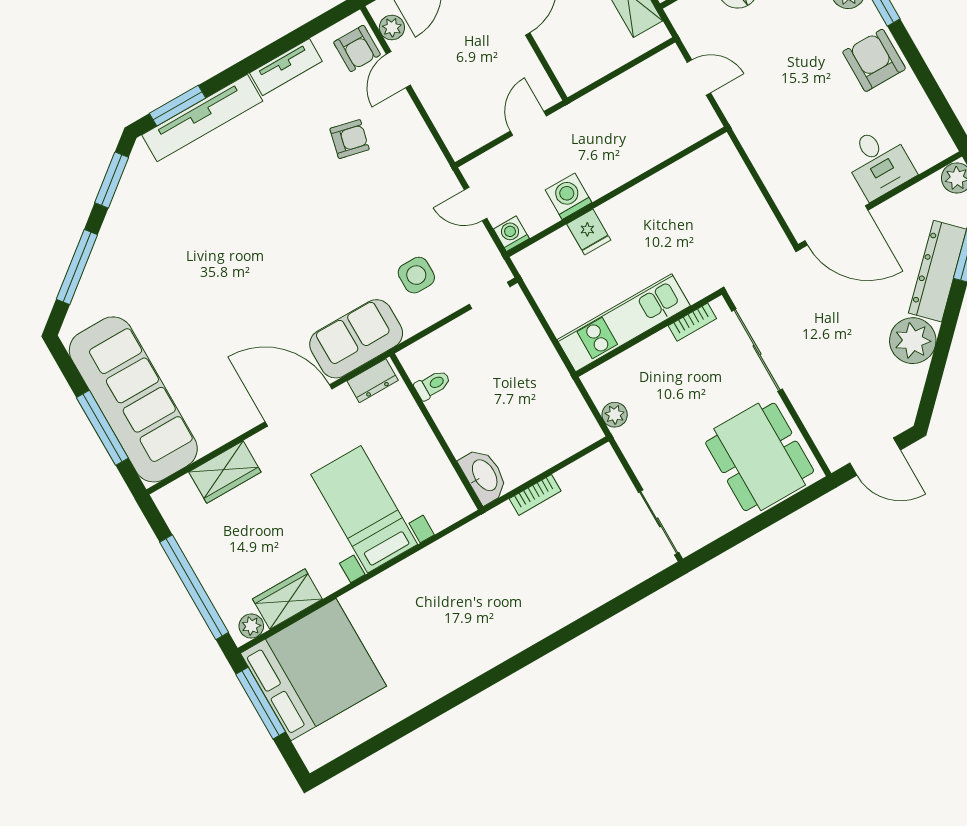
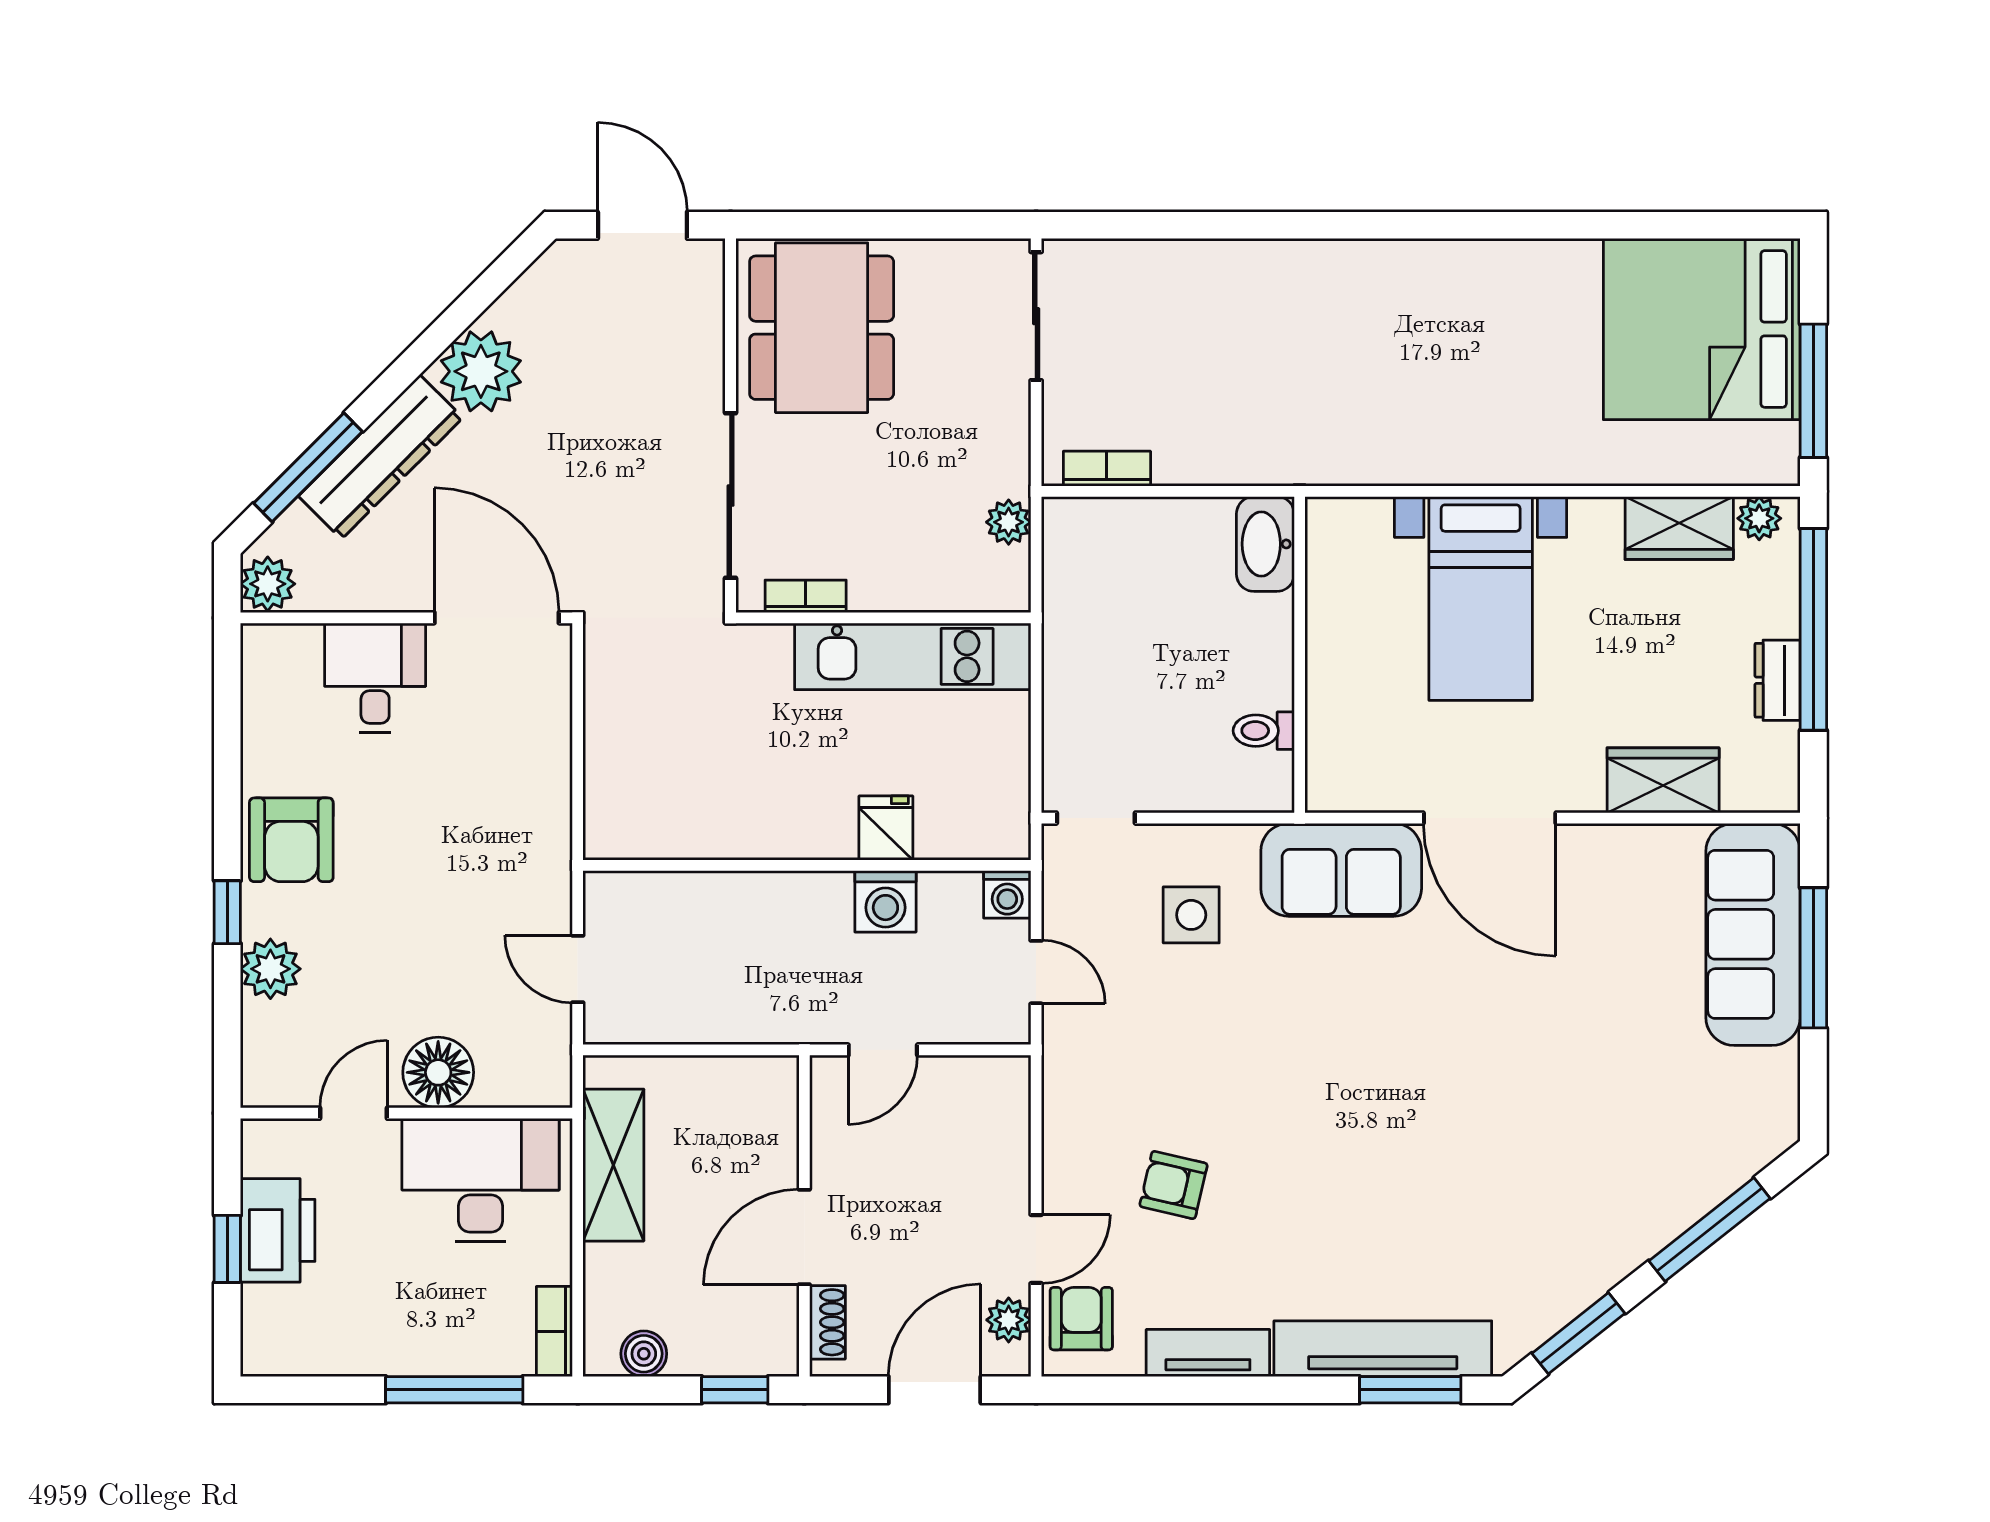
dresser: (373, 381) -> (1778, 680), moved, turned -90
sofa: (133, 399) -> (1753, 934), width x0.74, depth x0.79
bookcase: (535, 495) -> (1107, 469), moved
bed: (313, 670) -> (1702, 329), moved

